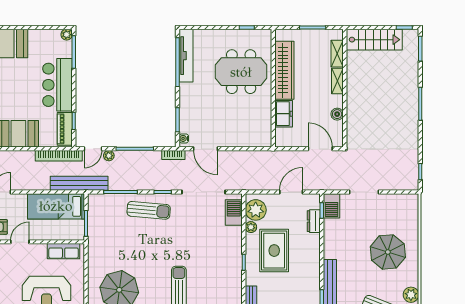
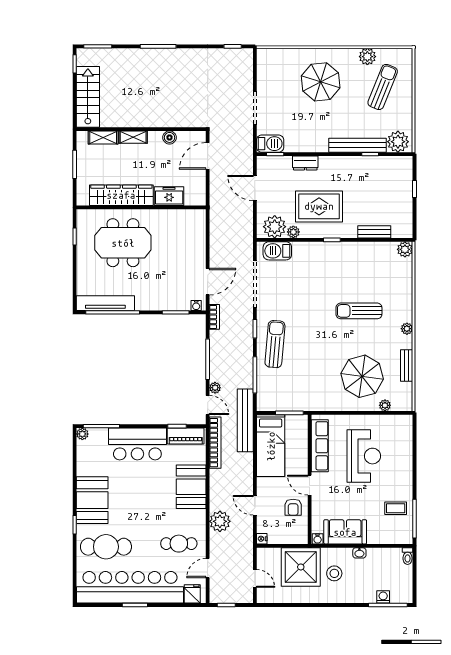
meeting table: (241, 72) -> (123, 243), turned 90
dresser: (314, 221) -> (305, 163), moved
row of seats: (64, 251) -> (320, 446), width x1.48

